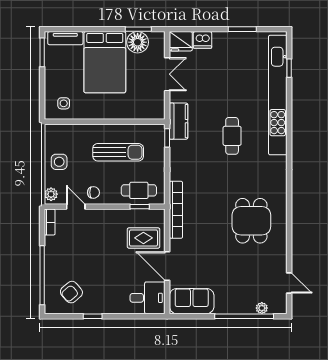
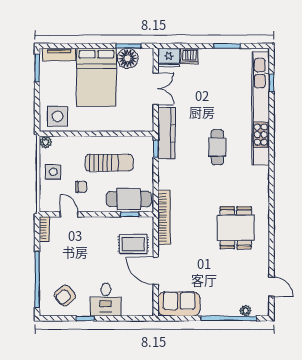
side table: (64, 103) -> (58, 116), width x1.87, depth x1.87
kitchen counter: (179, 121) -> (167, 133), width x1.50
cafe table: (139, 190) -> (129, 199), width x1.37, depth x1.35
chair: (93, 192) -> (81, 187), moved
plant: (51, 194) -> (45, 142), moved
desk: (148, 298) -> (106, 300), moved, turned 90

